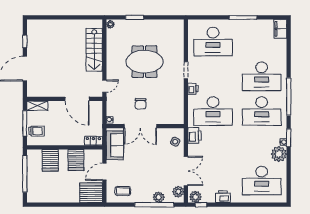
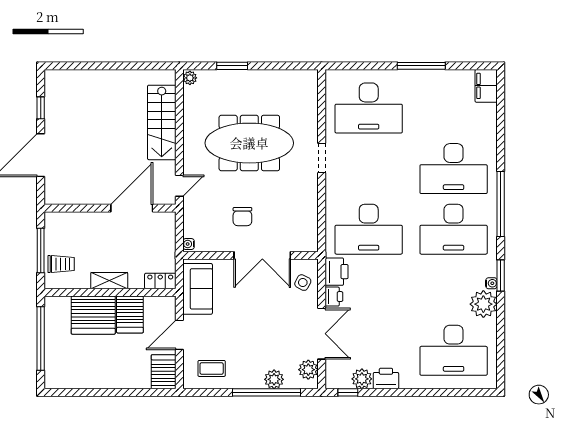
meeting table: (144, 62) -> (249, 143), width x1.36
printer: (193, 89) -> (334, 297), moved
door: (77, 99) -> (132, 208), swing flipped
shelving: (37, 106) -> (109, 281), moved
double door: (140, 126) -> (262, 255), moved
server rack: (50, 160) -> (93, 315), width x1.60
server rack: (91, 193) -> (164, 372), width x0.62
plant: (195, 197) -> (362, 379), moved

